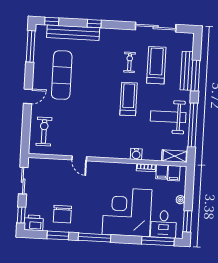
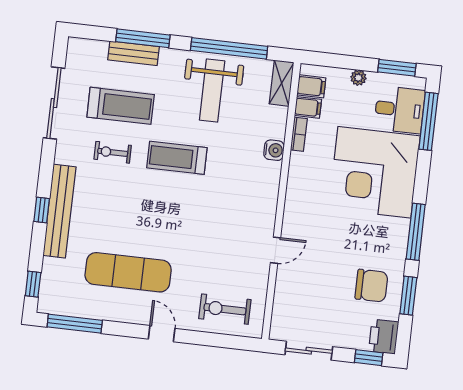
bench: (73, 33) -> (59, 211), moved
treadmill: (156, 65) -> (121, 106), turned 180
bench: (187, 71) -> (133, 53), width x0.73

